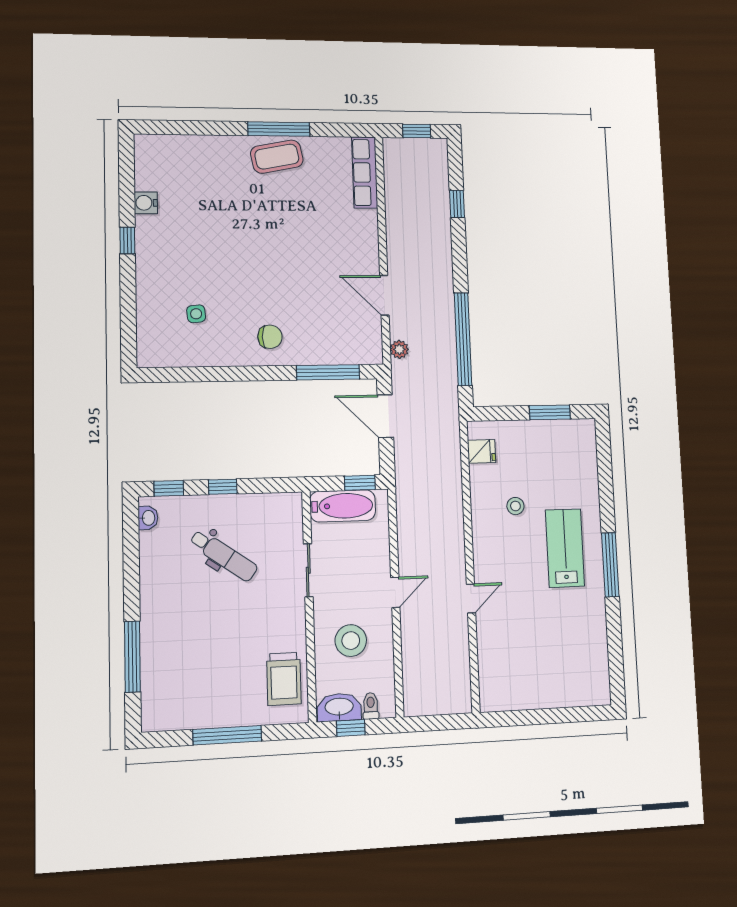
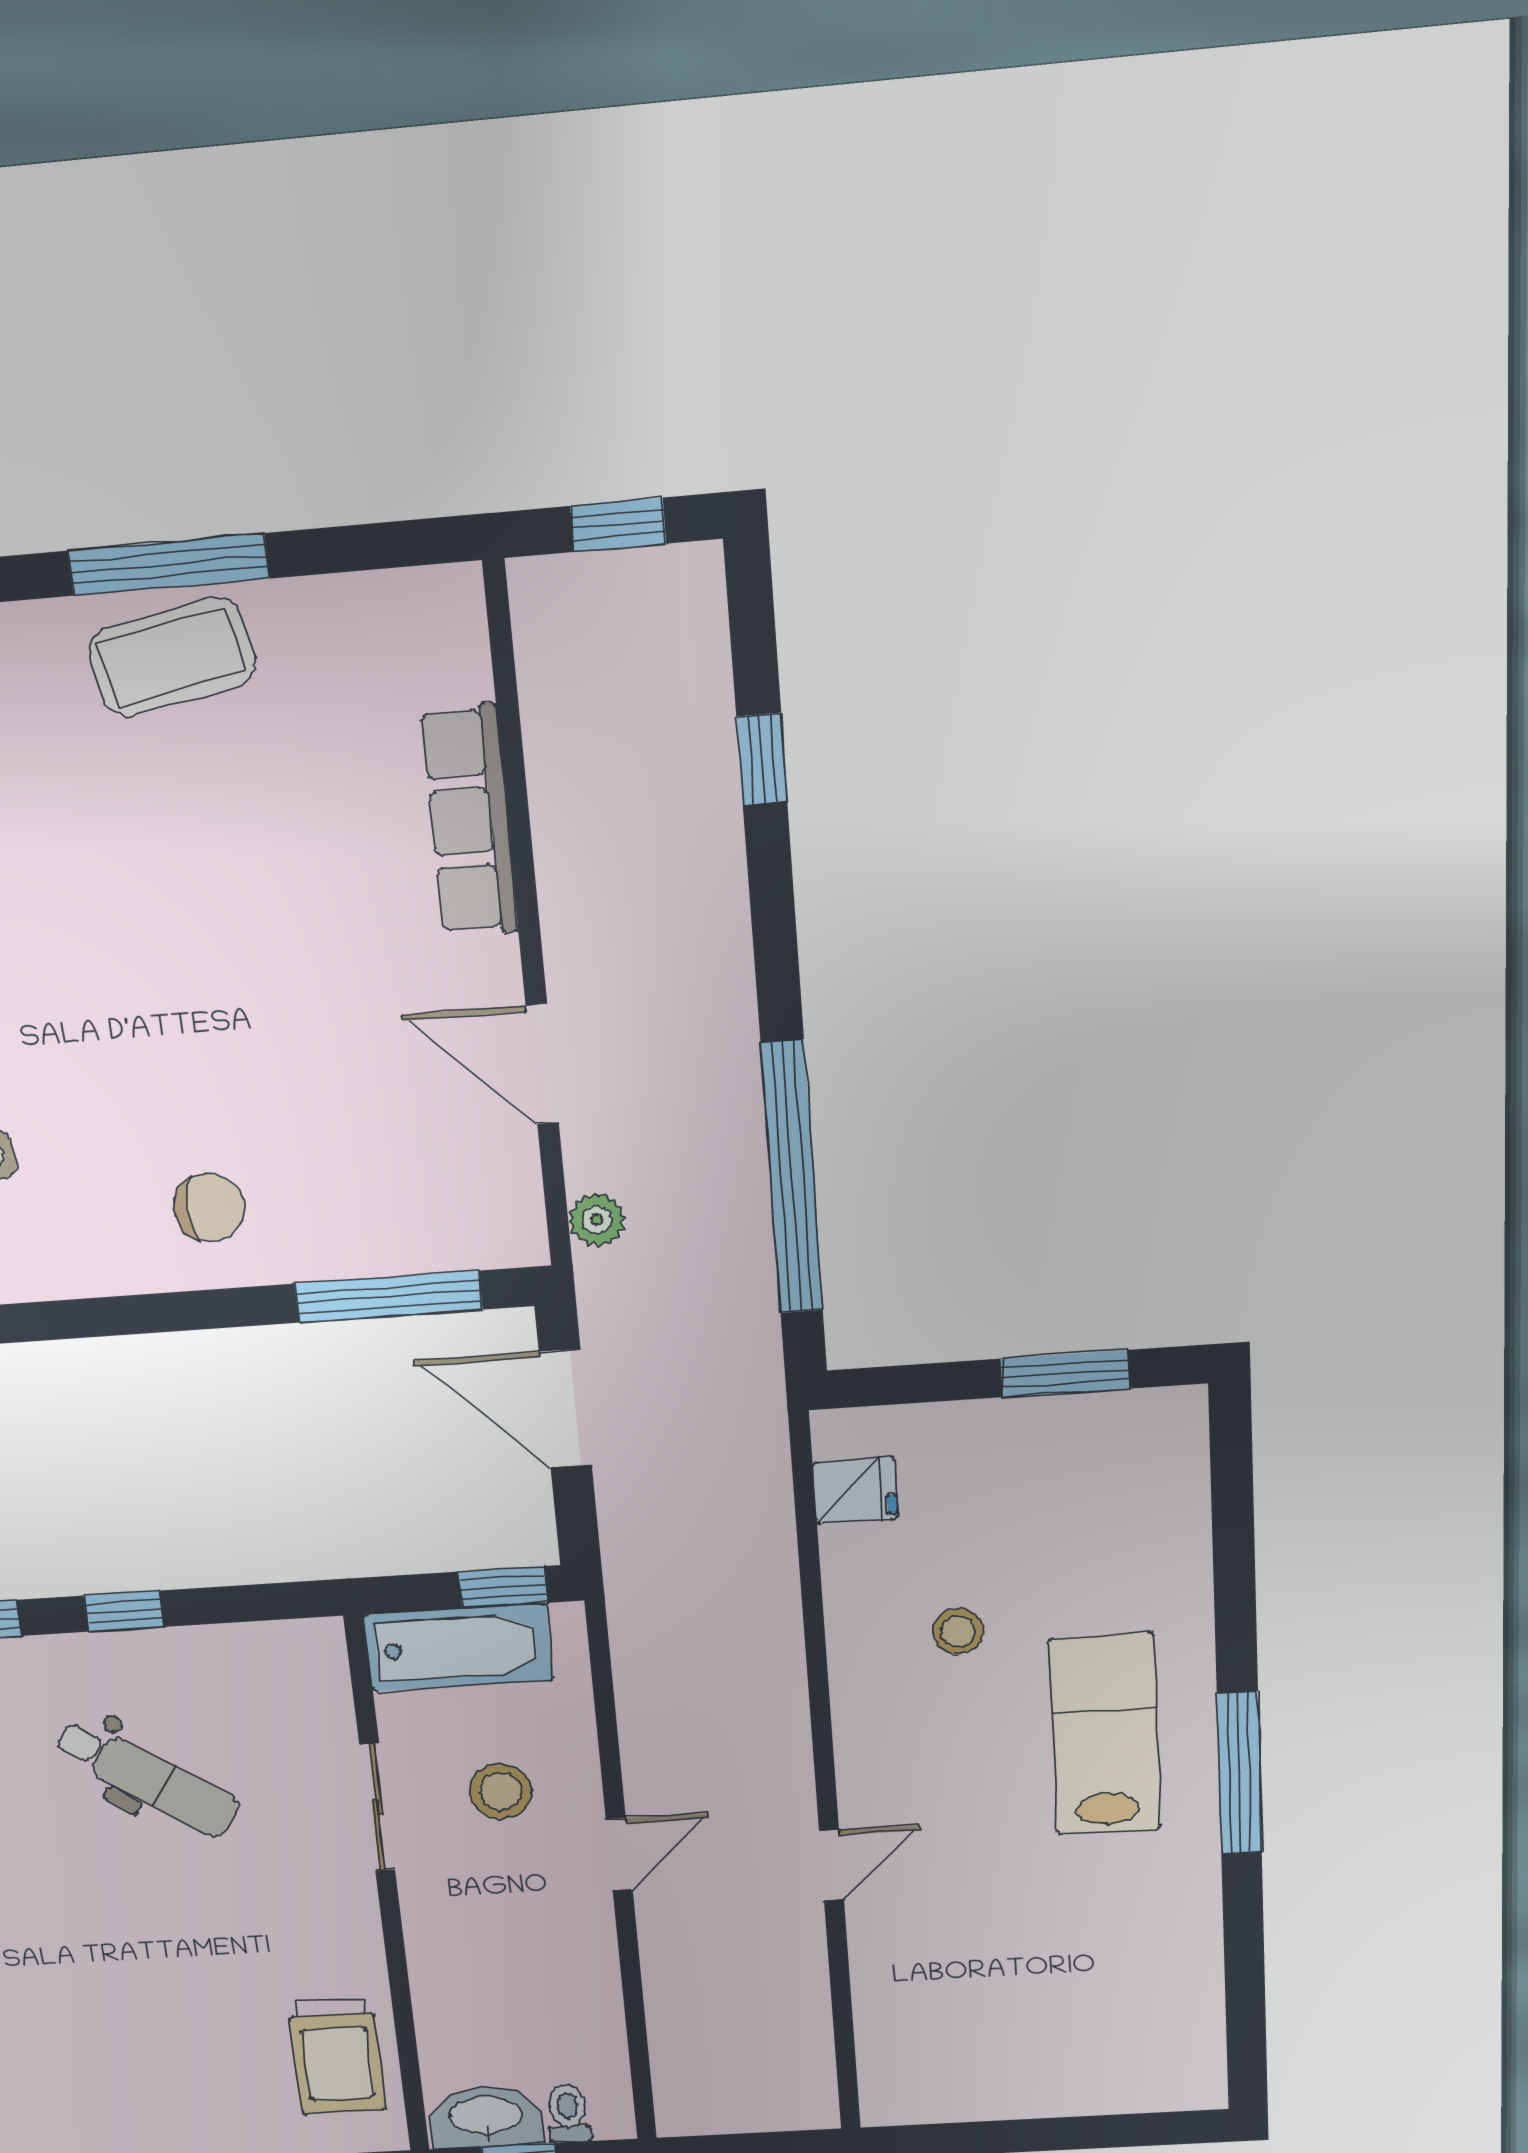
row of seats: (365, 172) -> (470, 821), moved
stool: (351, 641) -> (501, 1791), moved, width x0.73, depth x0.73

